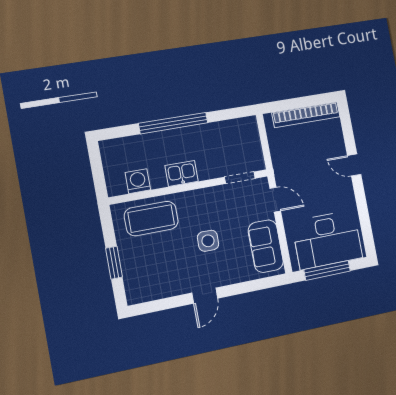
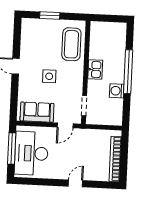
washing machine: (138, 181) -> (117, 91), moved, turned 180

